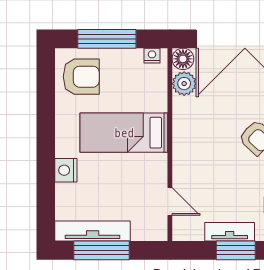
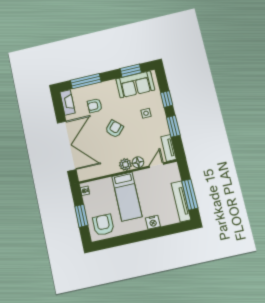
window: (107, 39) -> (81, 216), width x0.69
floor lamp: (183, 59) -> (138, 162), moved
plant: (184, 84) -> (125, 165), moved
tv unit: (230, 232) -> (169, 148), moved

